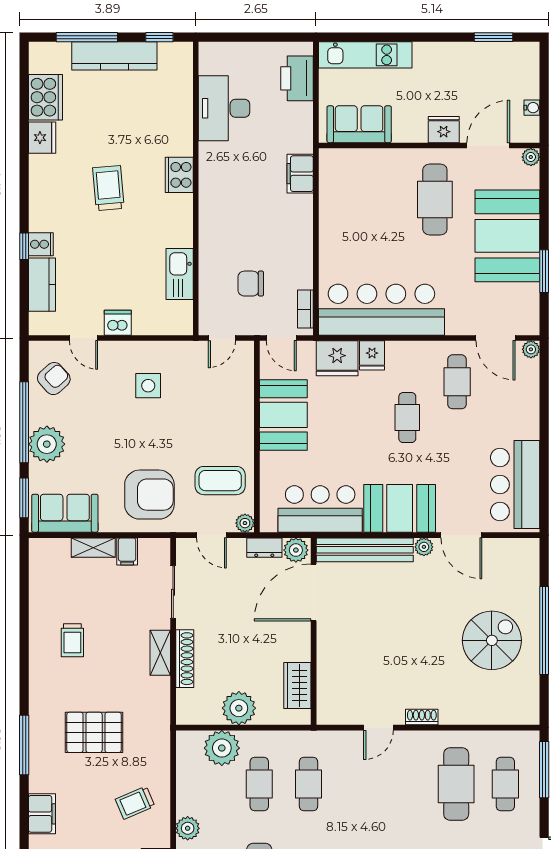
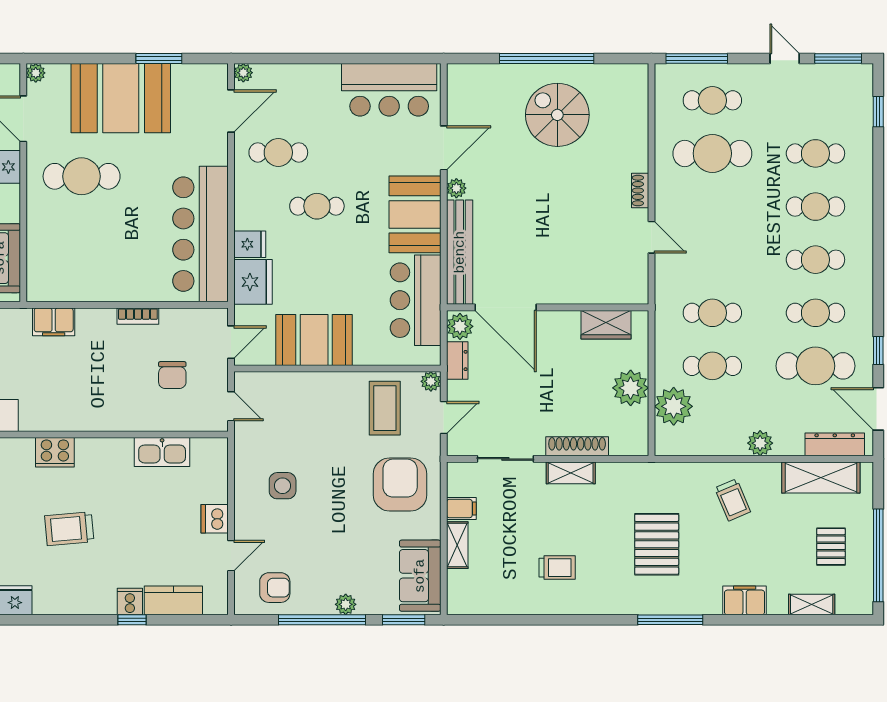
bookcase: (305, 309) -> (138, 316), moved
armchair: (54, 379) -> (275, 588), turned 132
plant: (47, 444) -> (346, 604), width x0.53, depth x0.53

